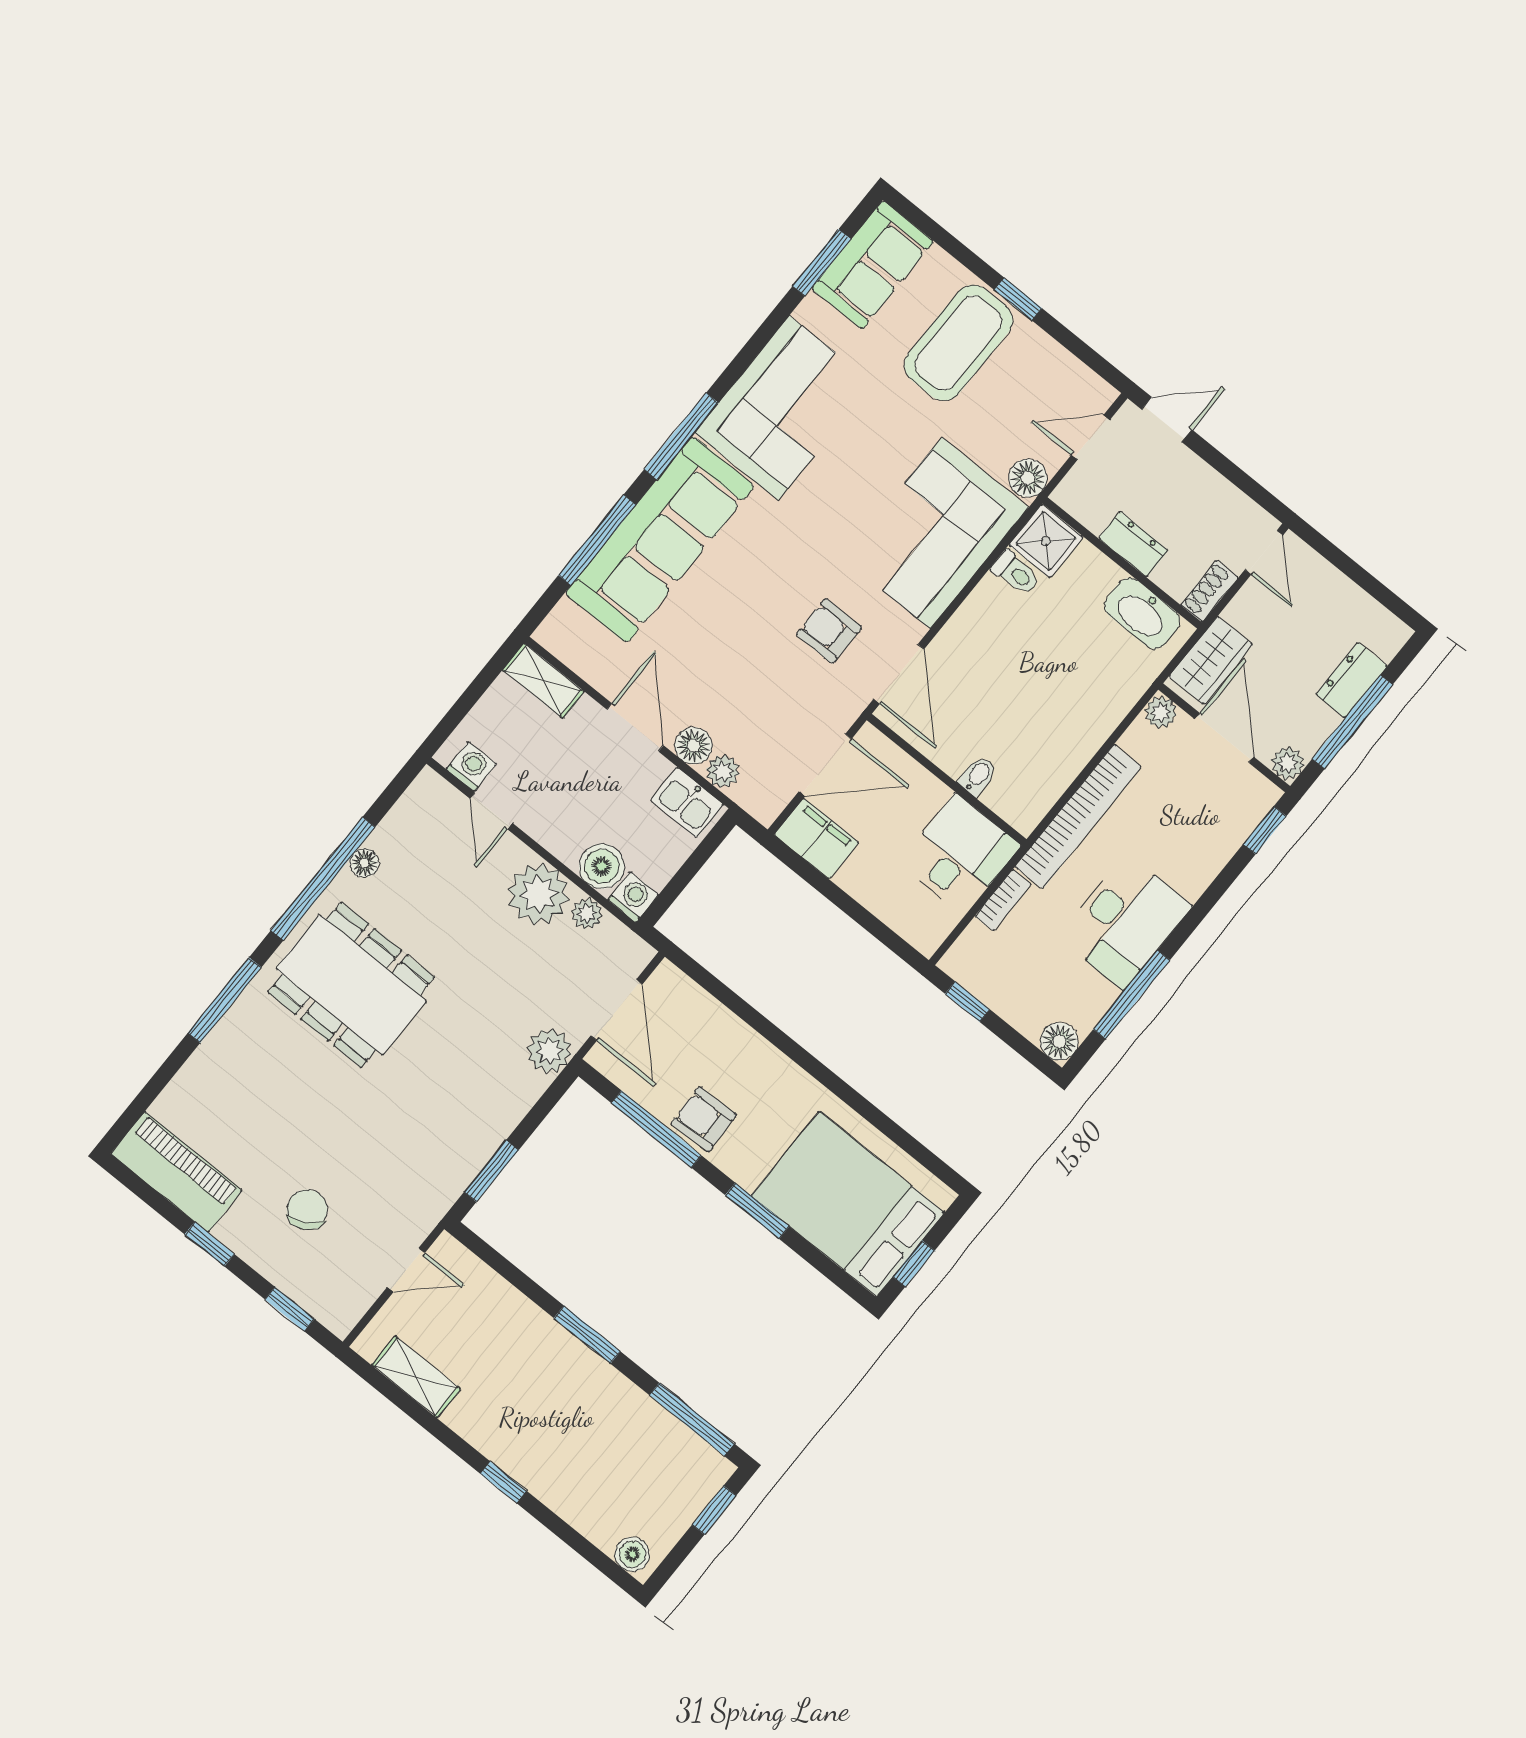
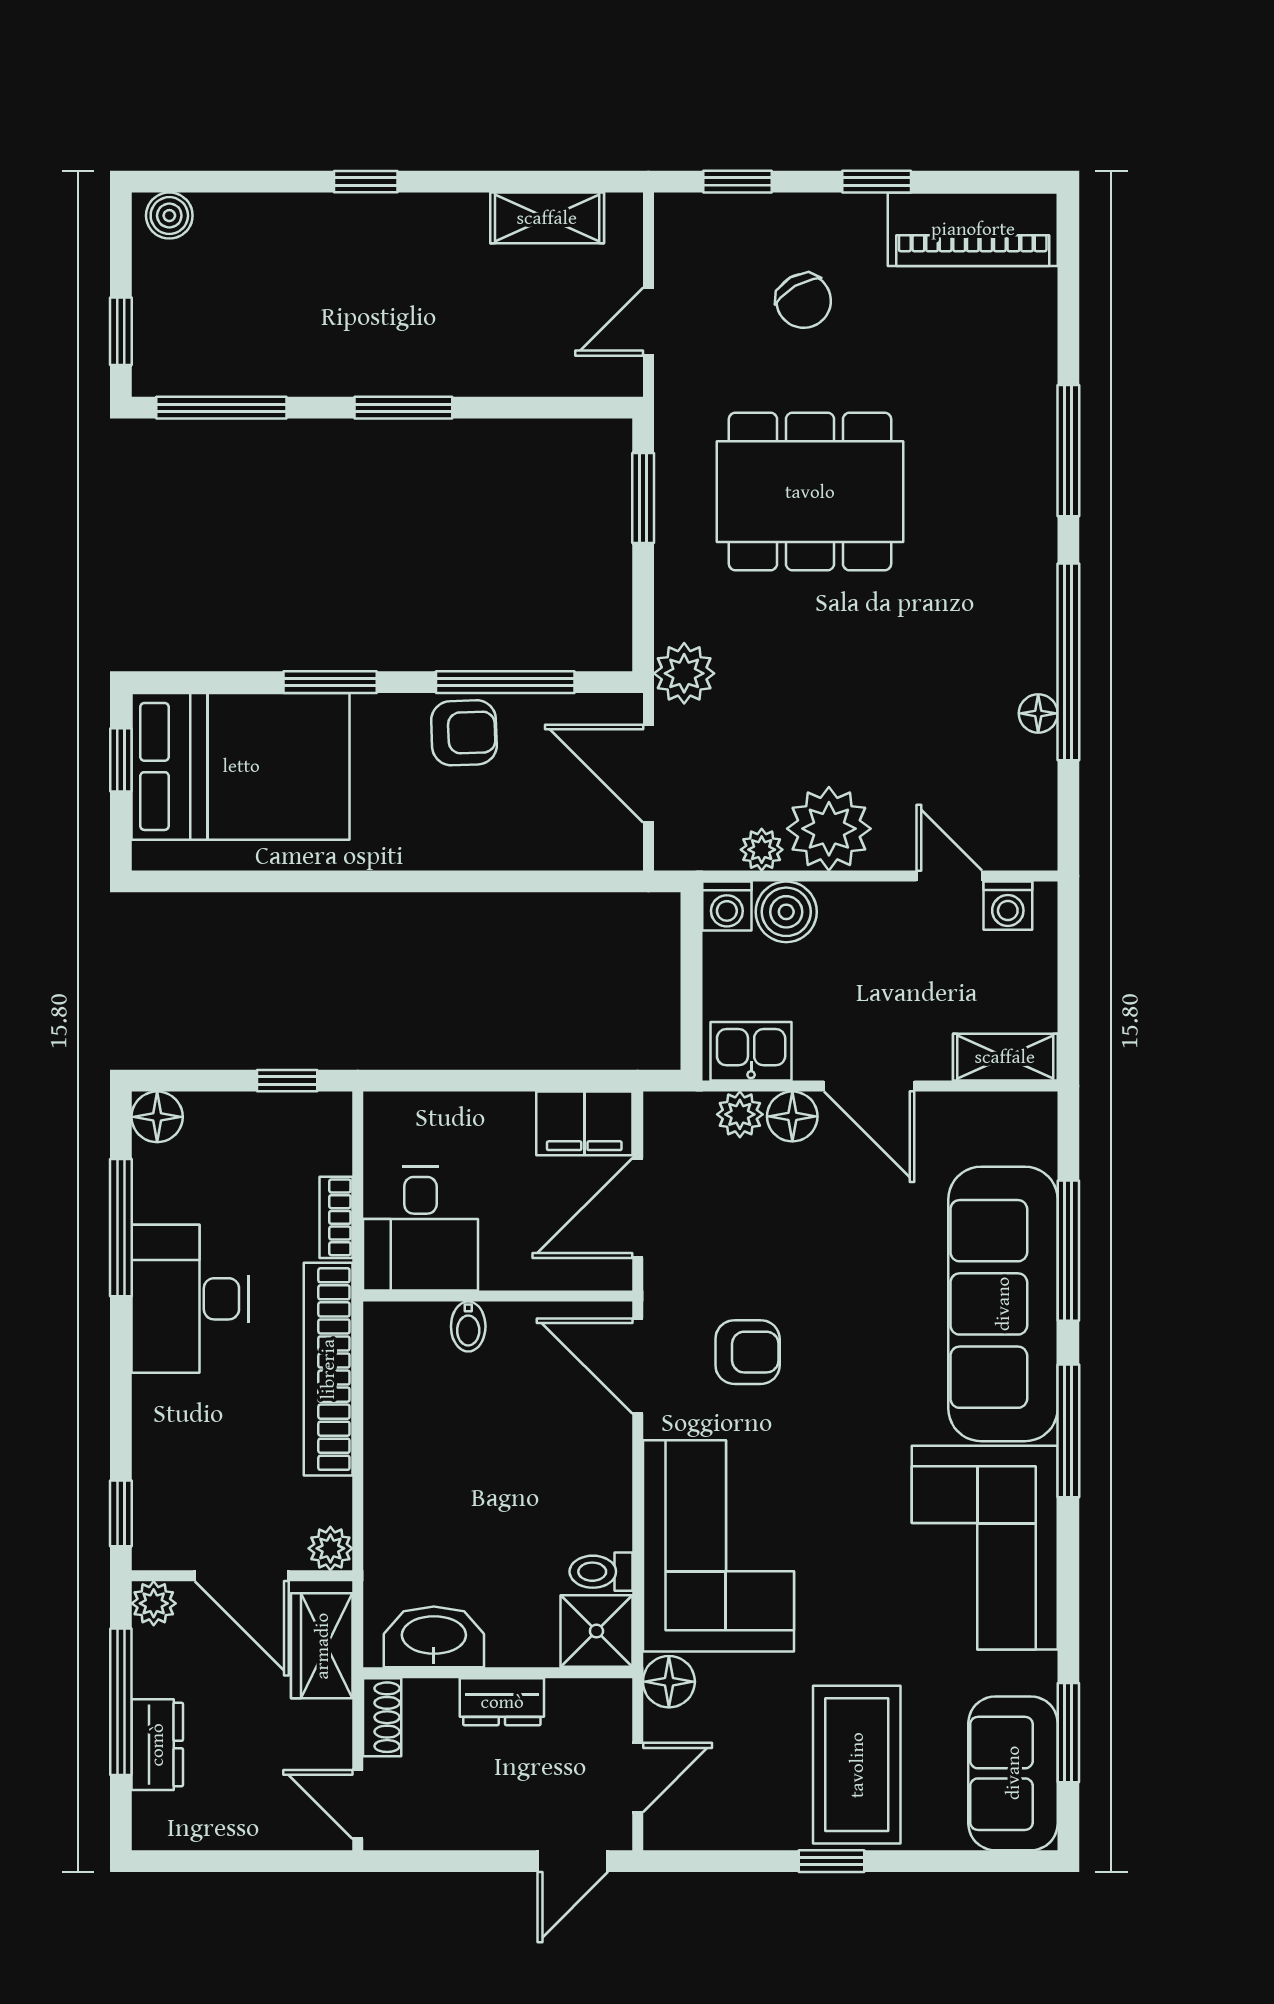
dining table: (351, 985) -> (810, 492), moved

